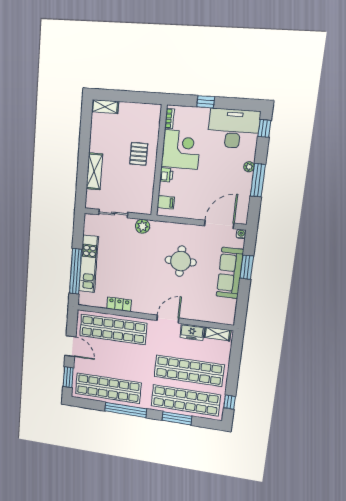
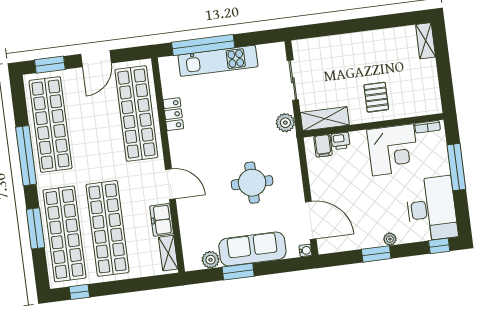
window: (206, 102) -> (456, 167), width x2.17
pallet: (139, 154) -> (376, 97), turned 90
shelving: (94, 171) -> (325, 119), moved
printer: (166, 175) -> (341, 141), moved
window: (258, 180) -> (376, 254), width x0.69
window: (247, 267) -> (238, 272), moved
plant: (230, 305) -> (211, 260), added

